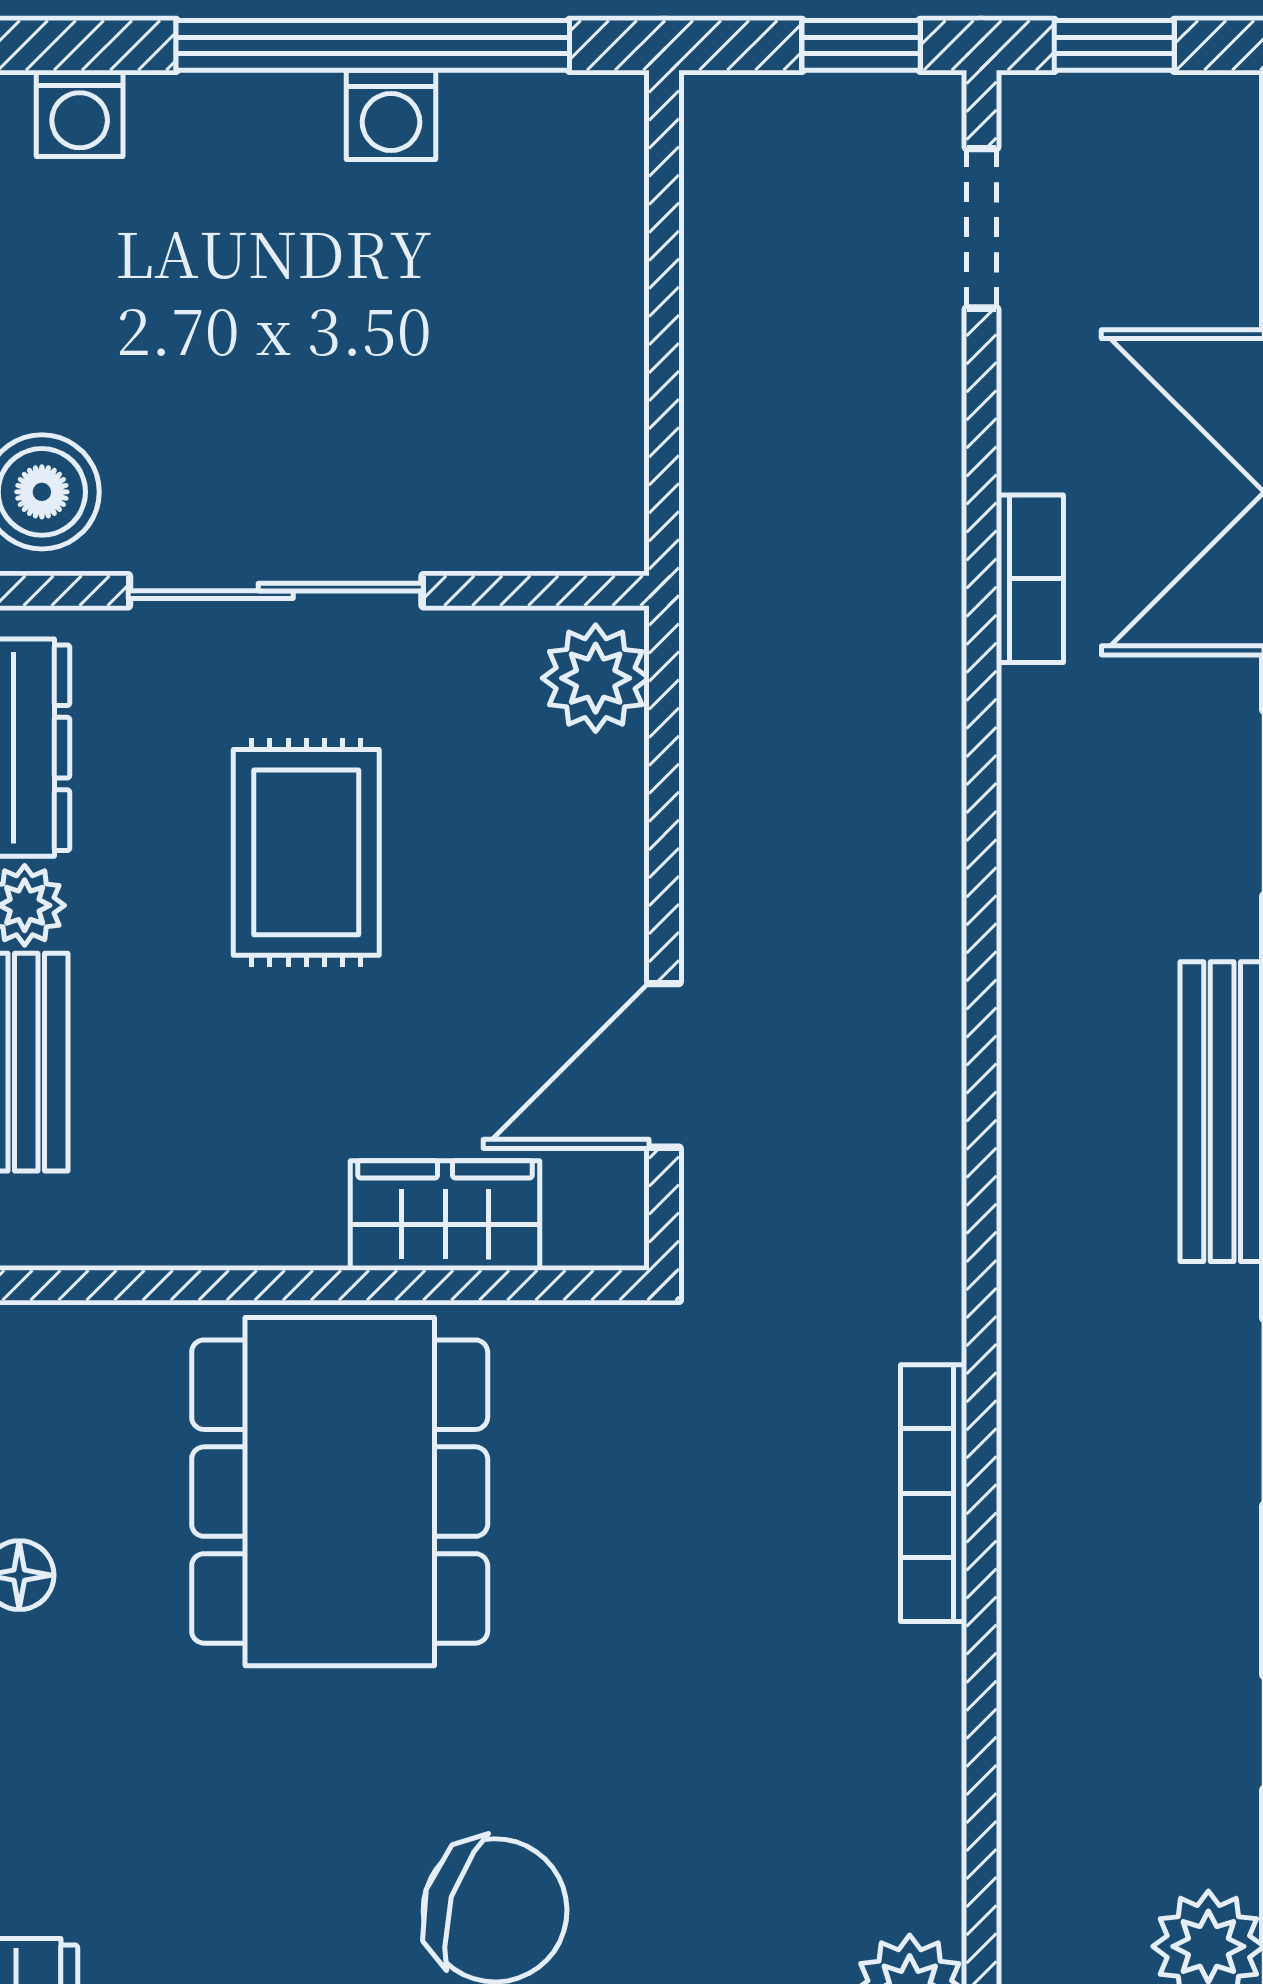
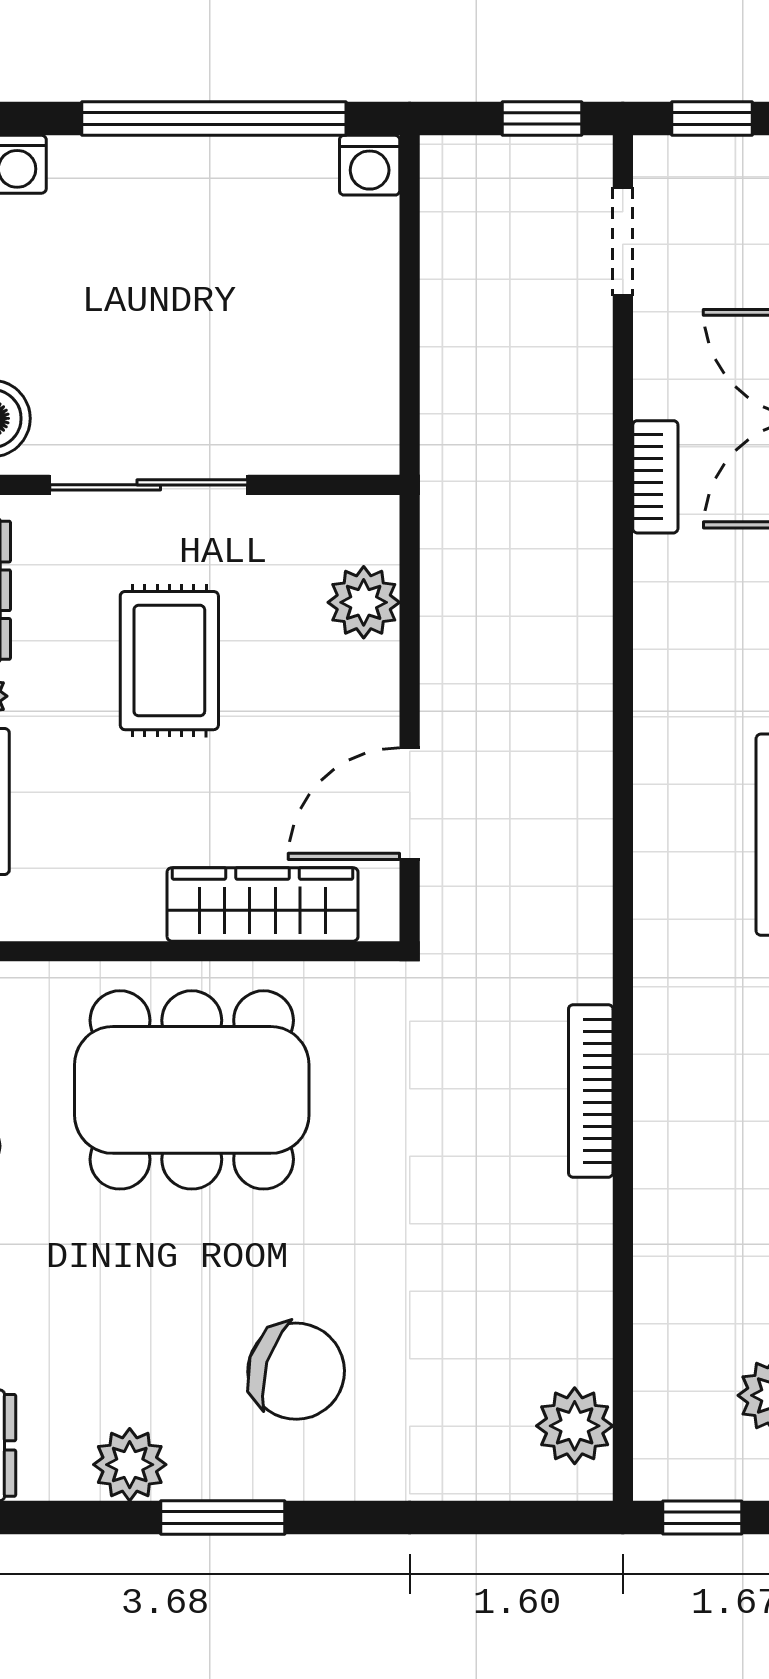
washing machine: (391, 115) -> (370, 165), moved
plant: (596, 678) -> (364, 602), moved
wardrobe: (445, 1215) -> (263, 904), width x1.50
dining table: (340, 1492) -> (192, 1090), turned 90

